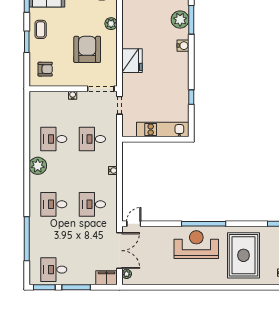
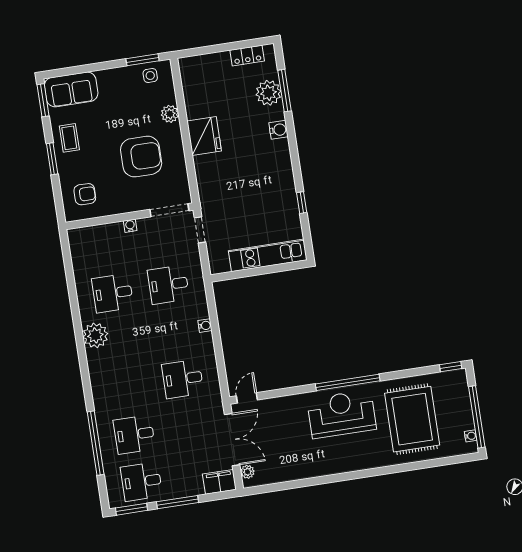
armchair: (87, 49) -> (141, 157), turned 90
fridge: (132, 61) -> (204, 136), moved
desk: (54, 204) -> (134, 435), moved

